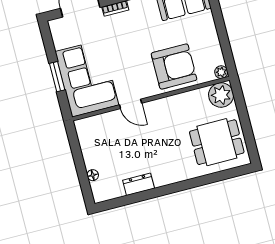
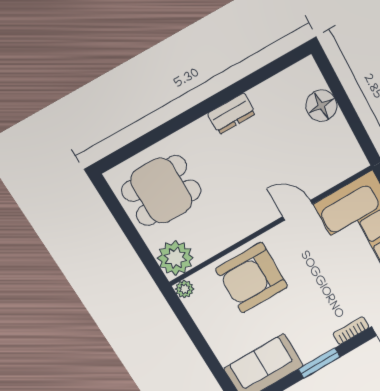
floor lamp: (93, 175) -> (321, 106), width x1.89, depth x1.89
dresser: (139, 184) -> (232, 114), moved

